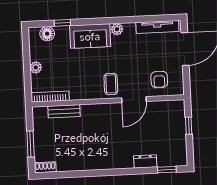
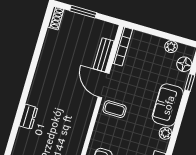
plant: (36, 67) -> (171, 47), moved
door: (134, 100) -> (104, 85), moved
window: (167, 170) -> (13, 135), removed

